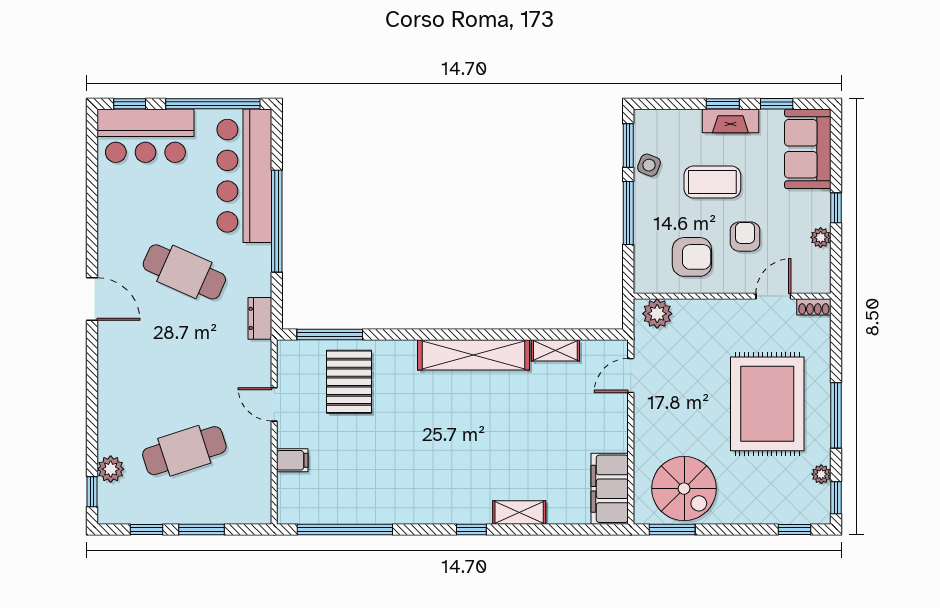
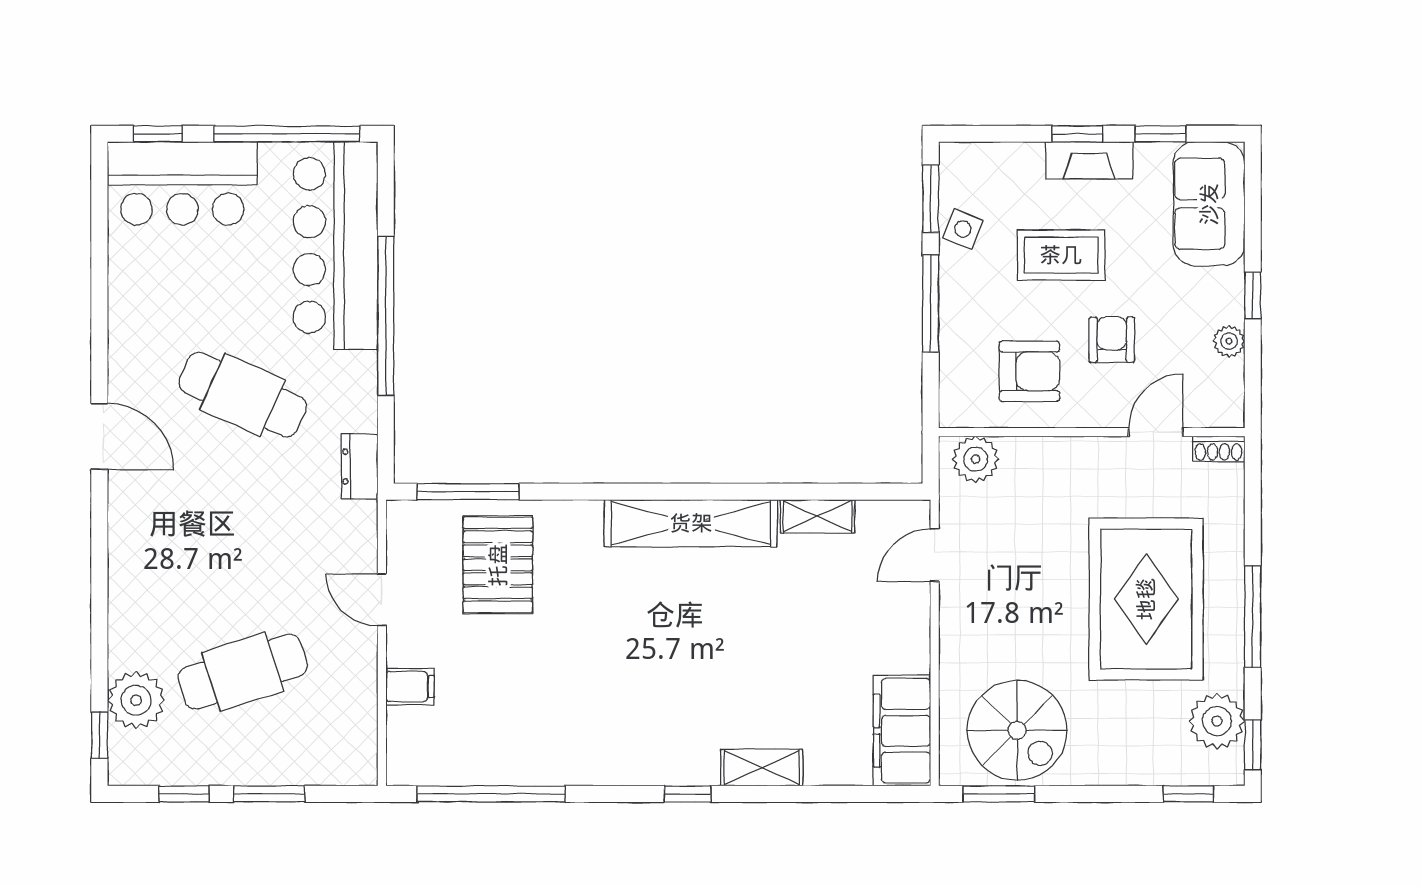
plant: (111, 469) -> (136, 700), width x1.36, depth x1.36
plant: (821, 474) -> (1217, 721), width x1.87, depth x1.87

